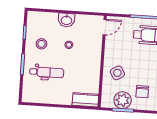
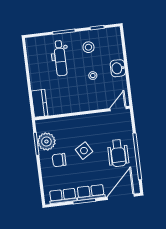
door: (105, 27) -> (118, 109), swing flipped
side table: (117, 73) -> (84, 151), moved

